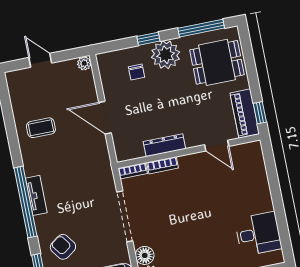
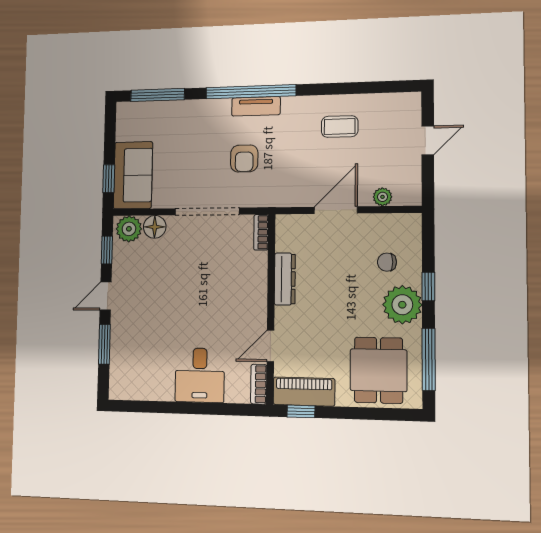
plant: (84, 63) -> (382, 197), moved
coffee table: (41, 128) -> (340, 126), turned 90
bookcase: (163, 165) -> (259, 384), moved
desk: (258, 234) -> (200, 375), moved
armchair: (63, 247) -> (244, 158), moved, turned 126

